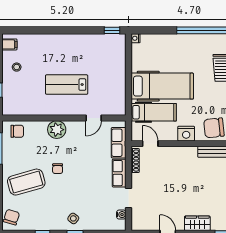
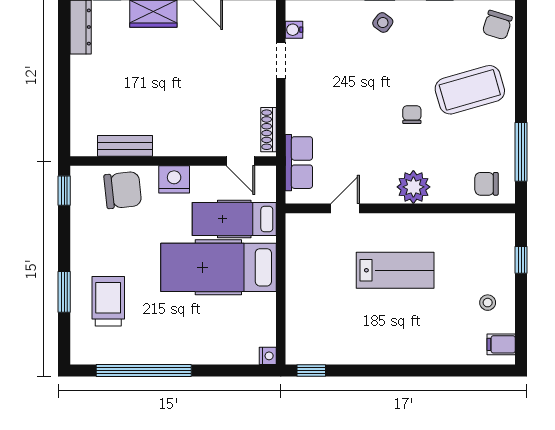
row of seats: (119, 173) -> (298, 106), removed

